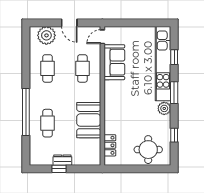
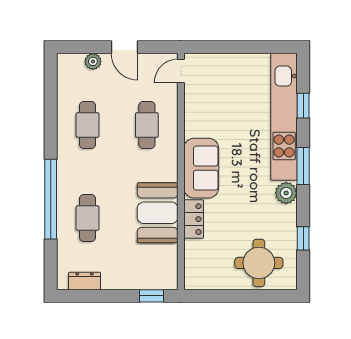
plant: (46, 35) -> (93, 61), width x0.53, depth x0.53
sofa: (114, 62) -> (201, 168), moved
locker: (110, 145) -> (194, 219), moved
dresser: (62, 160) -> (85, 281), moved
window: (59, 169) -> (152, 296), moved

